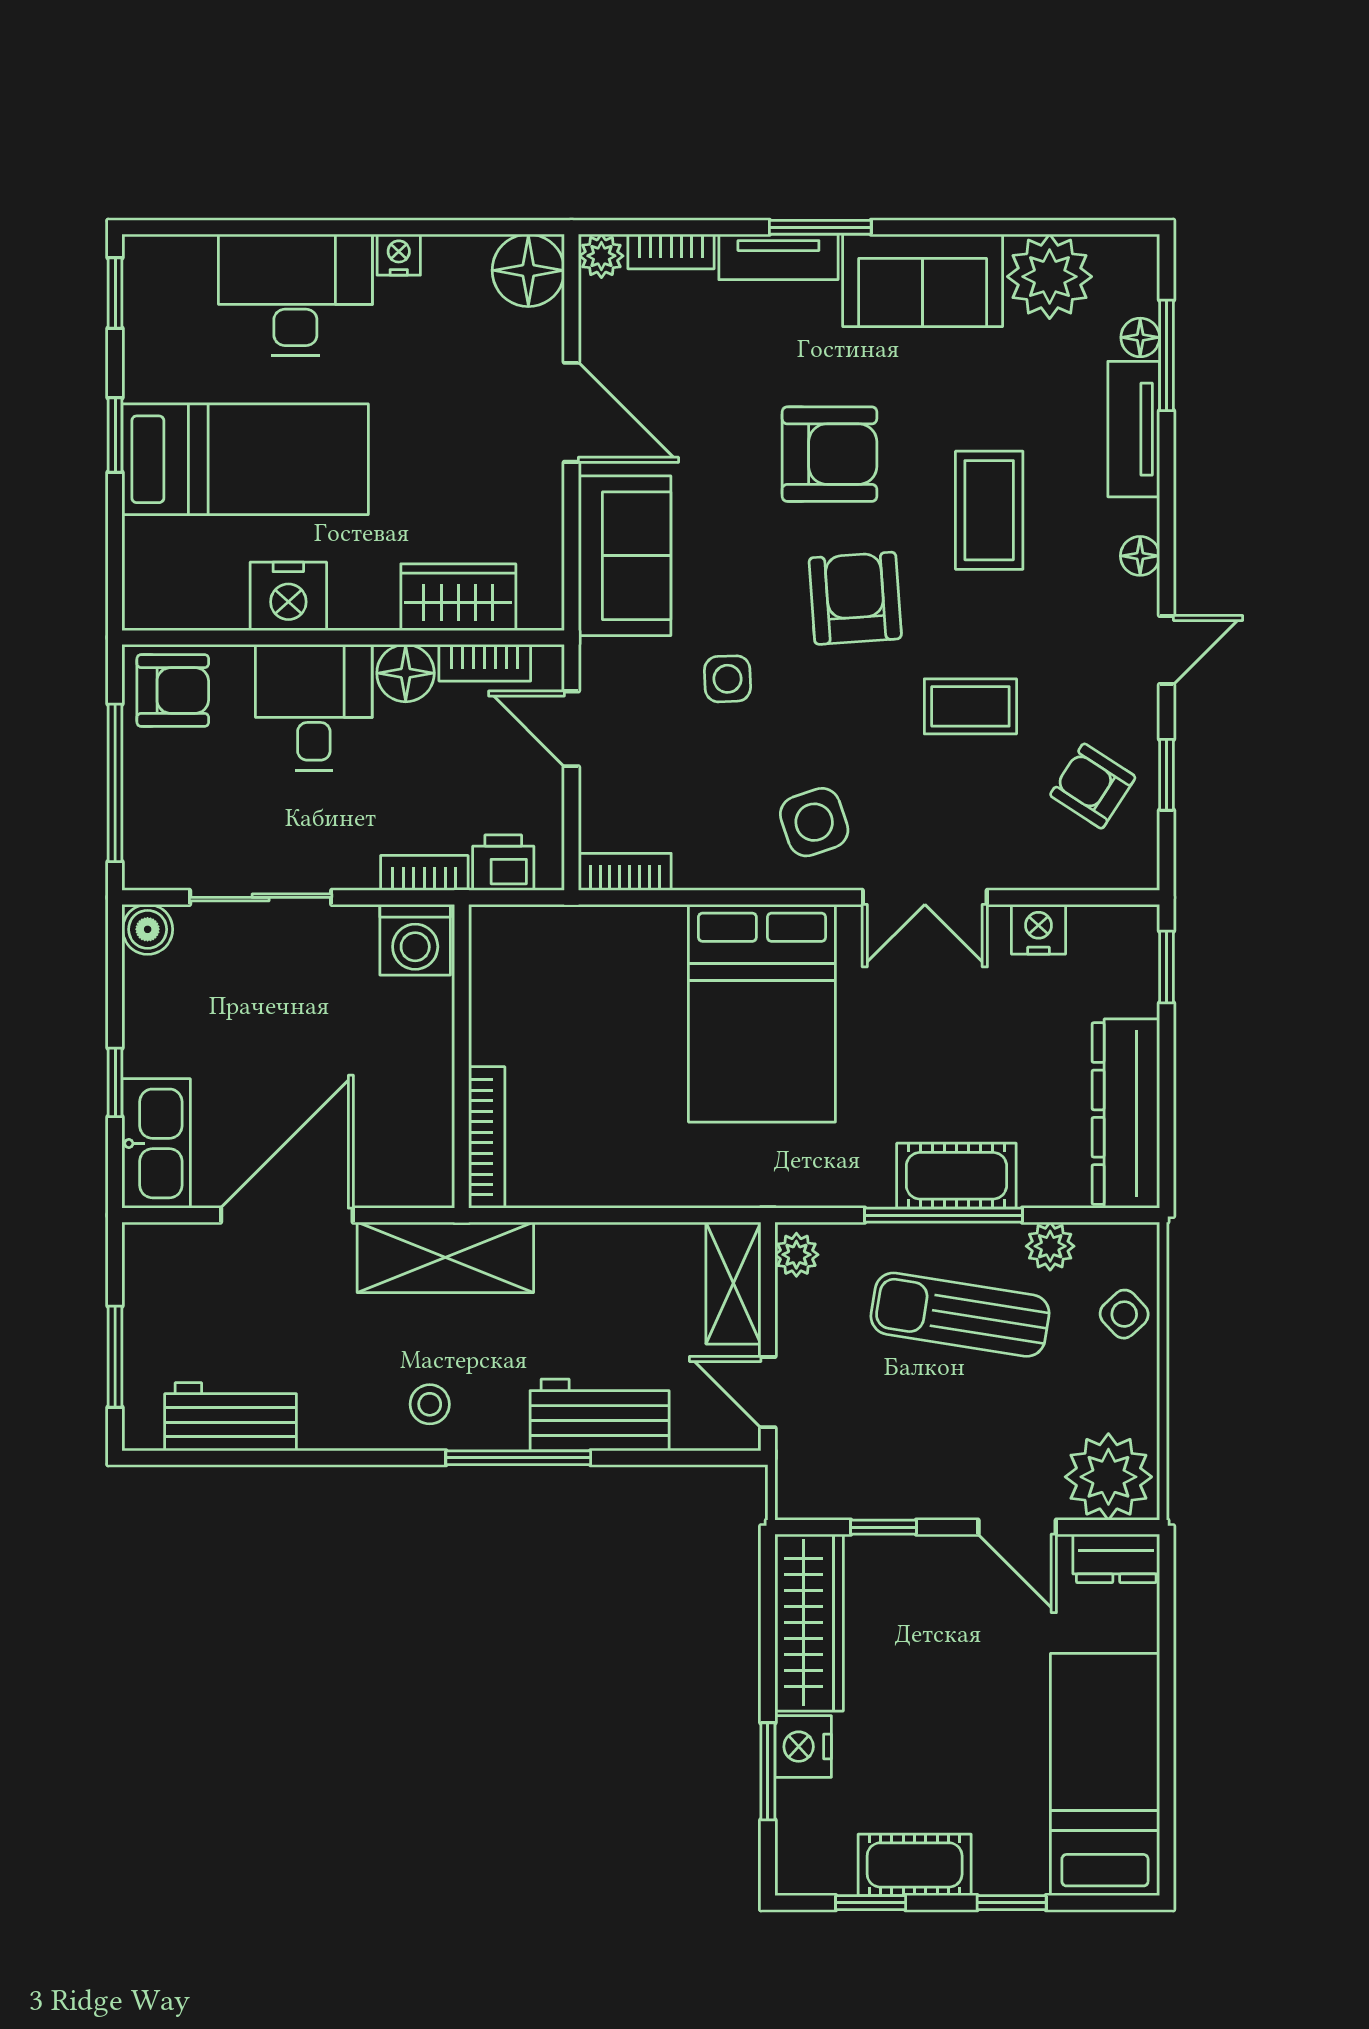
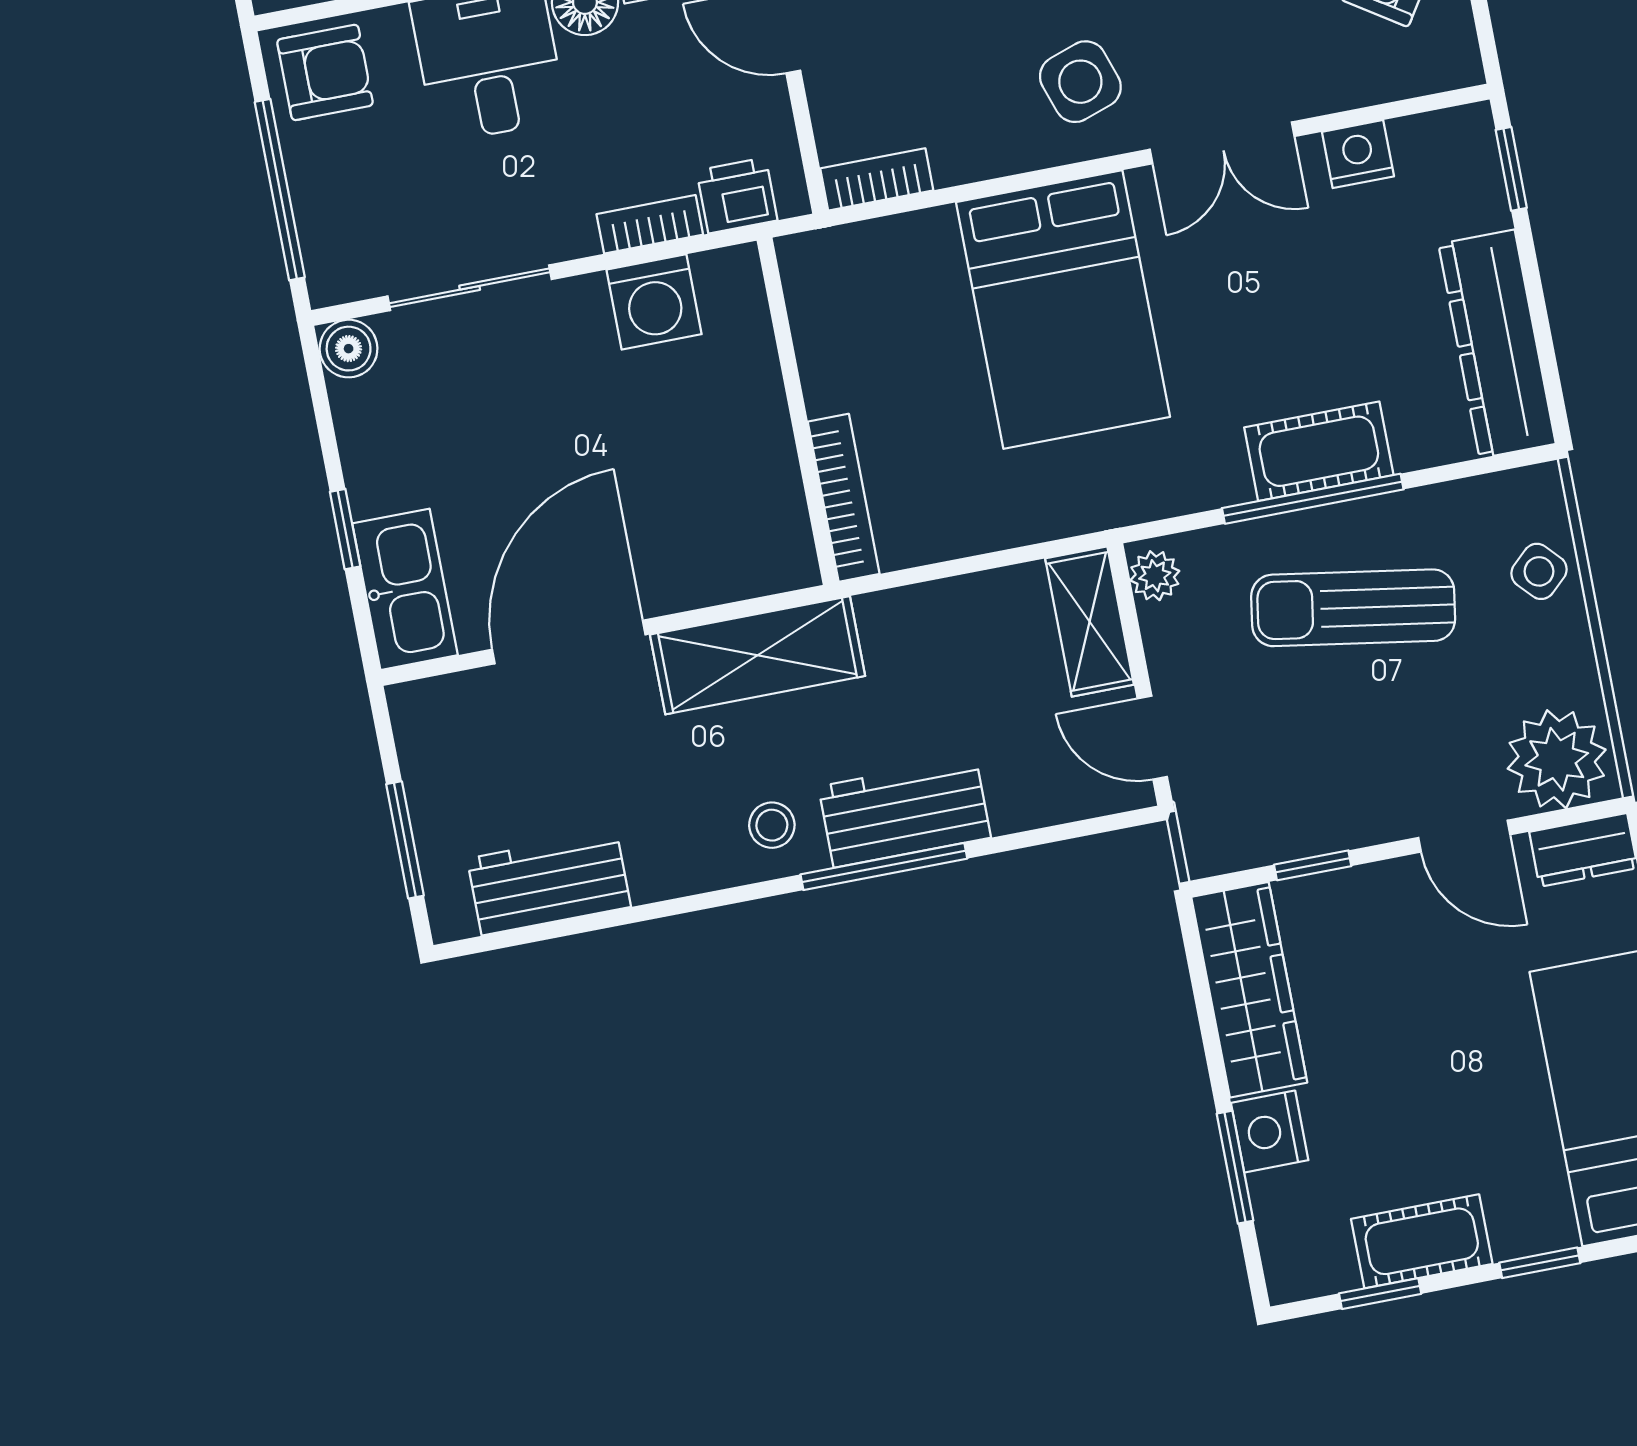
wall: (462, 1056) -> (798, 411), moved
bookcase: (487, 1137) -> (844, 498), moved
plant: (1050, 1246) -> (1440, 511), removed
workbench: (600, 1415) -> (905, 812), moved

